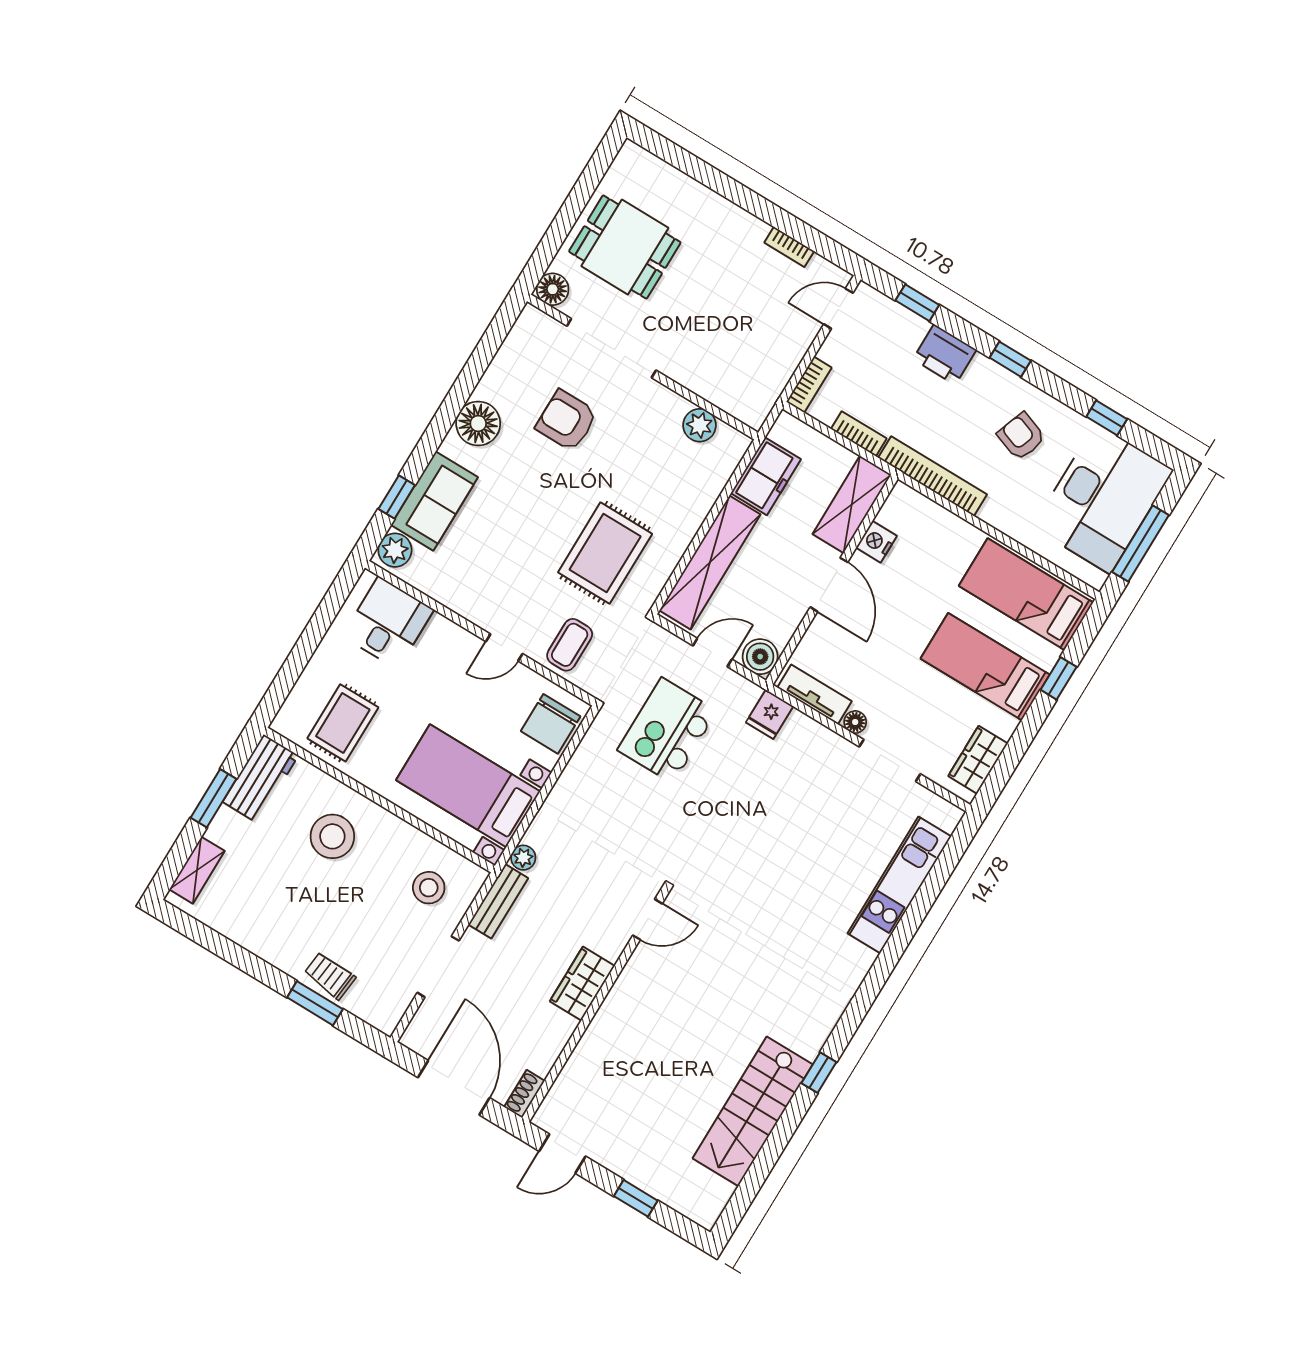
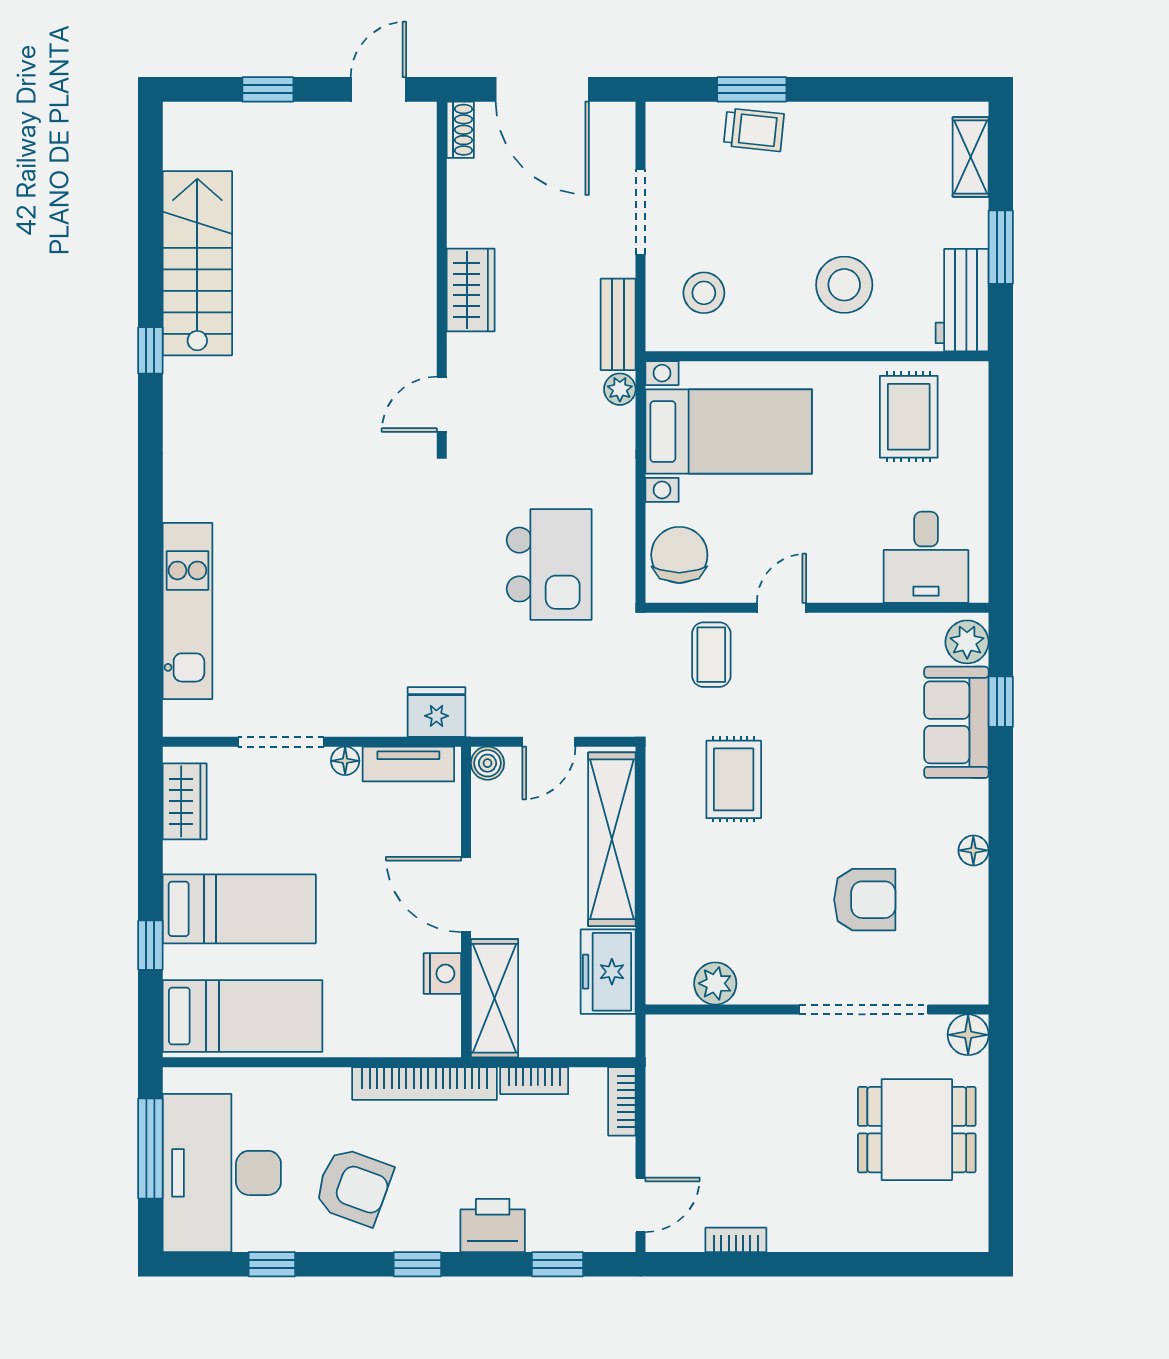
floor lamp: (478, 423) -> (973, 850), width x0.53, depth x0.53
armchair: (1021, 436) -> (353, 1187), width x1.38, depth x1.38
rug: (605, 553) -> (734, 779), width x0.73, depth x0.70
boiler: (760, 657) -> (488, 763), width x0.73, depth x0.73
fridge: (770, 714) -> (436, 712), width x1.38
kitchen island: (667, 730) -> (549, 565), moved

